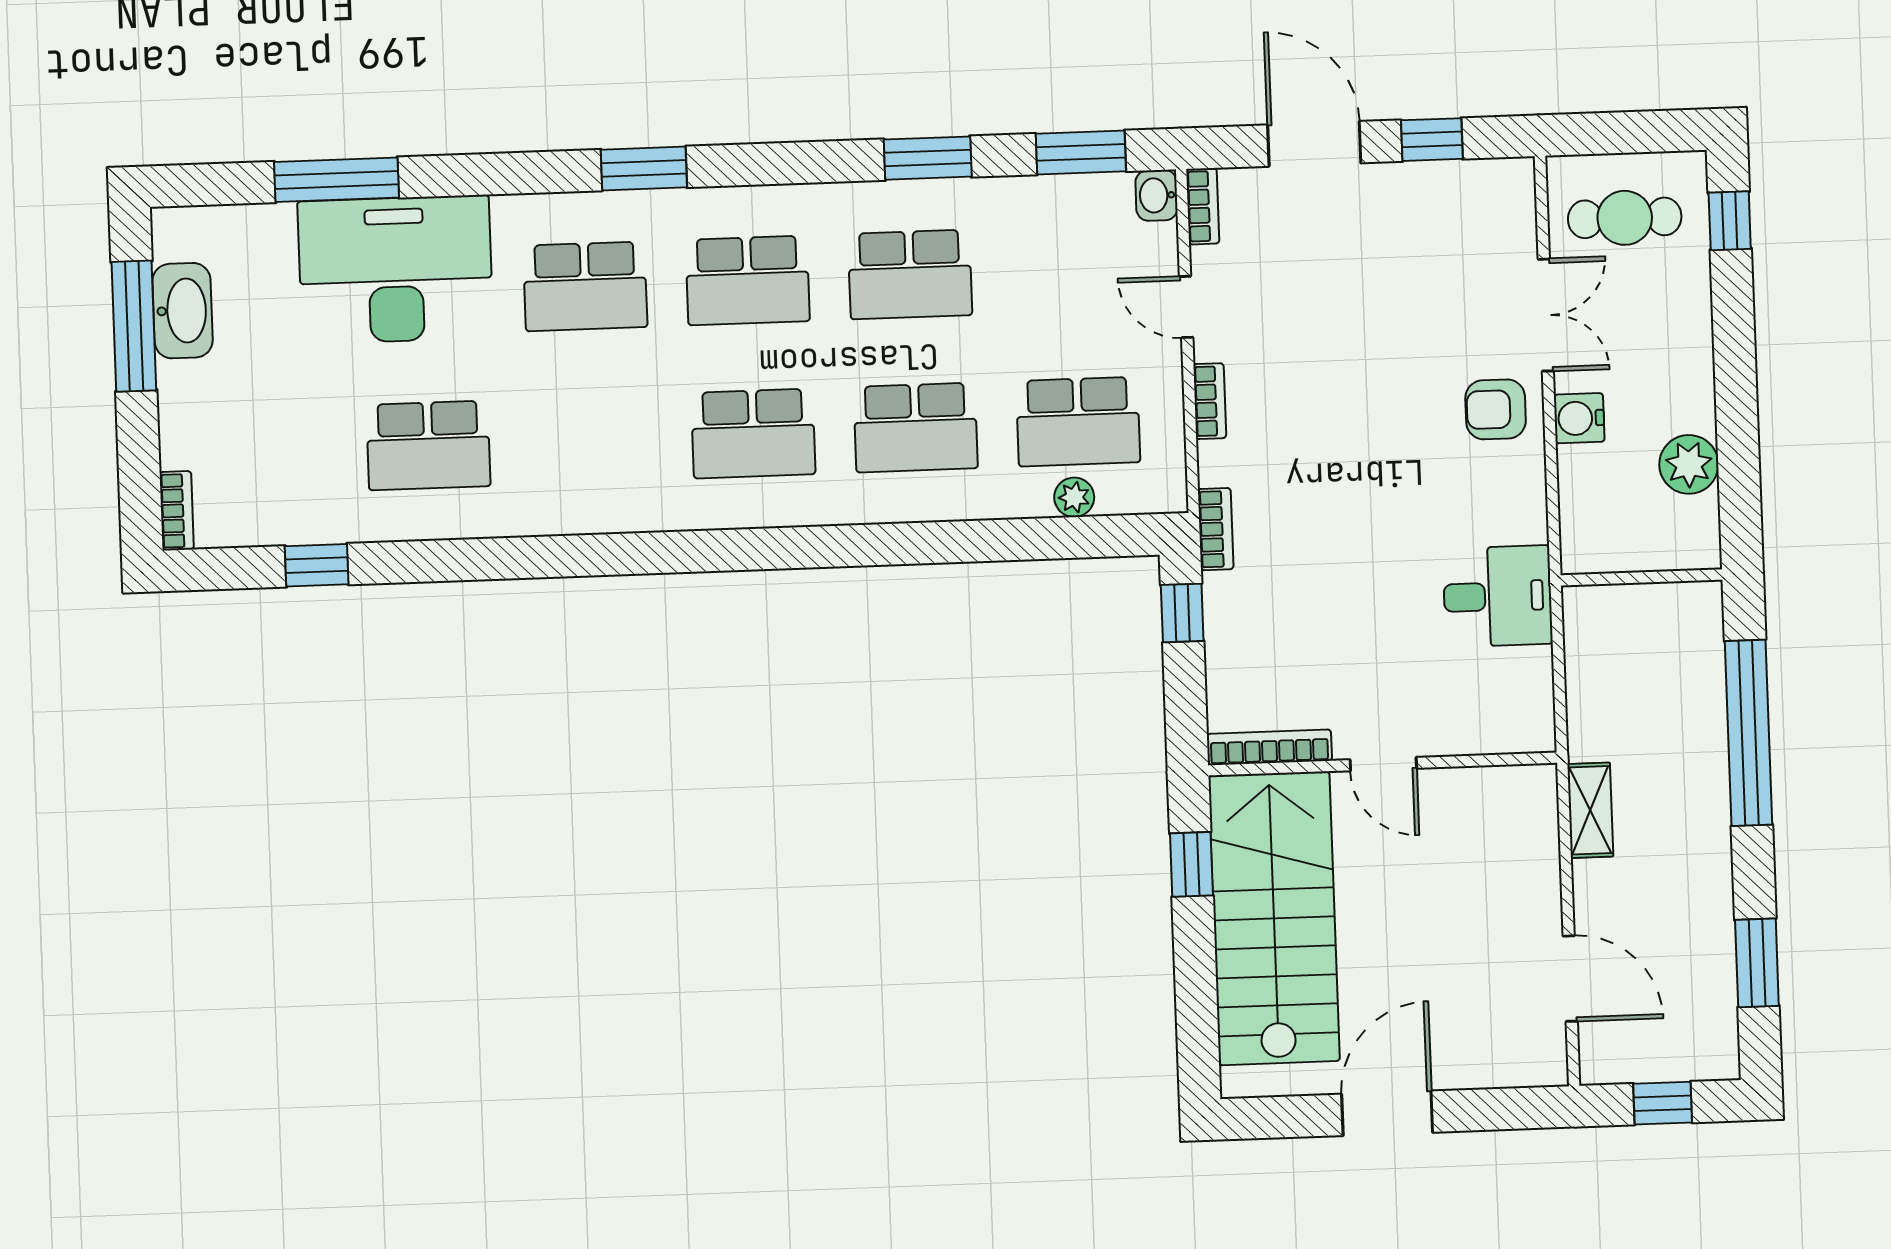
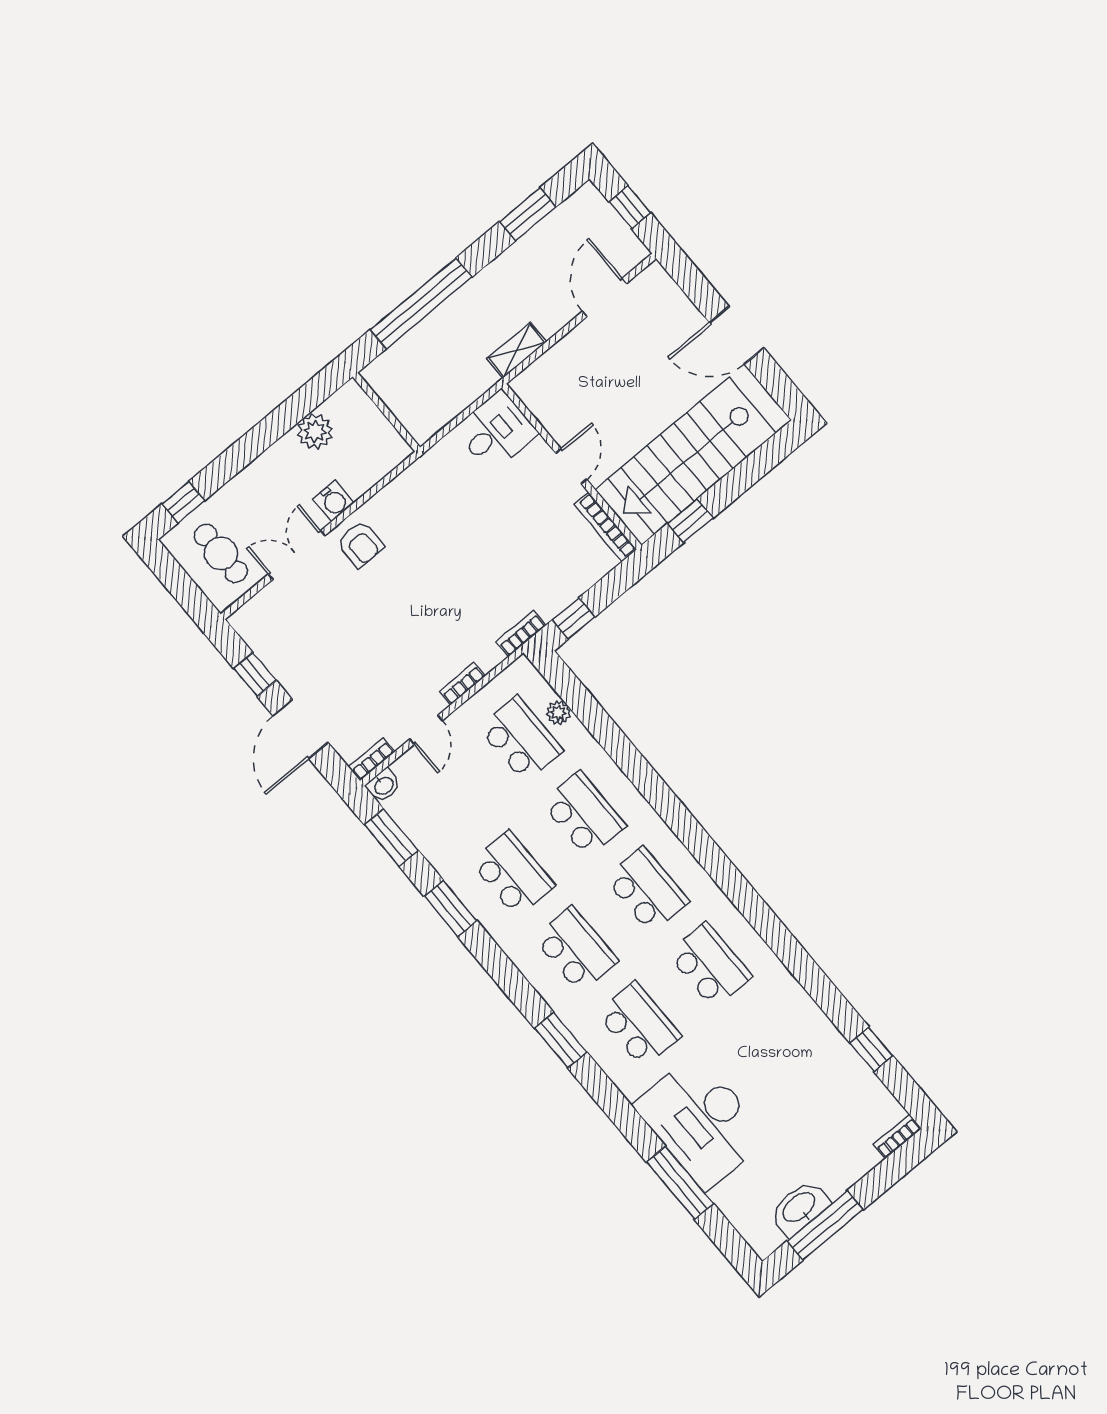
school desk: (428, 445) -> (710, 965), moved
desk: (1498, 596) -> (496, 431), moved, turned 90

